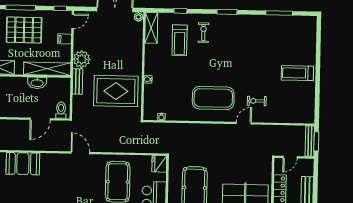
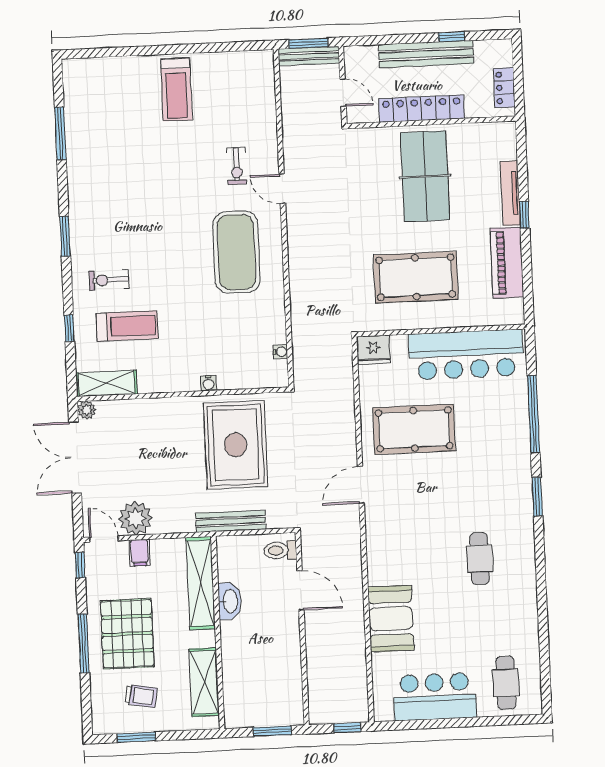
plant: (82, 59) -> (135, 518), moved
bench: (77, 81) -> (231, 521), width x1.36
door: (80, 153) -> (361, 485), moved

